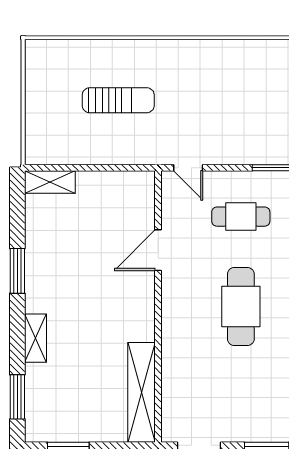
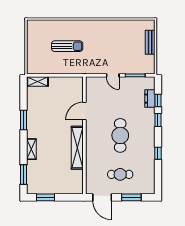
door: (188, 168) -> (113, 75), moved
cafe table: (241, 217) -> (120, 174), moved
shelving: (141, 392) -> (77, 148), moved

